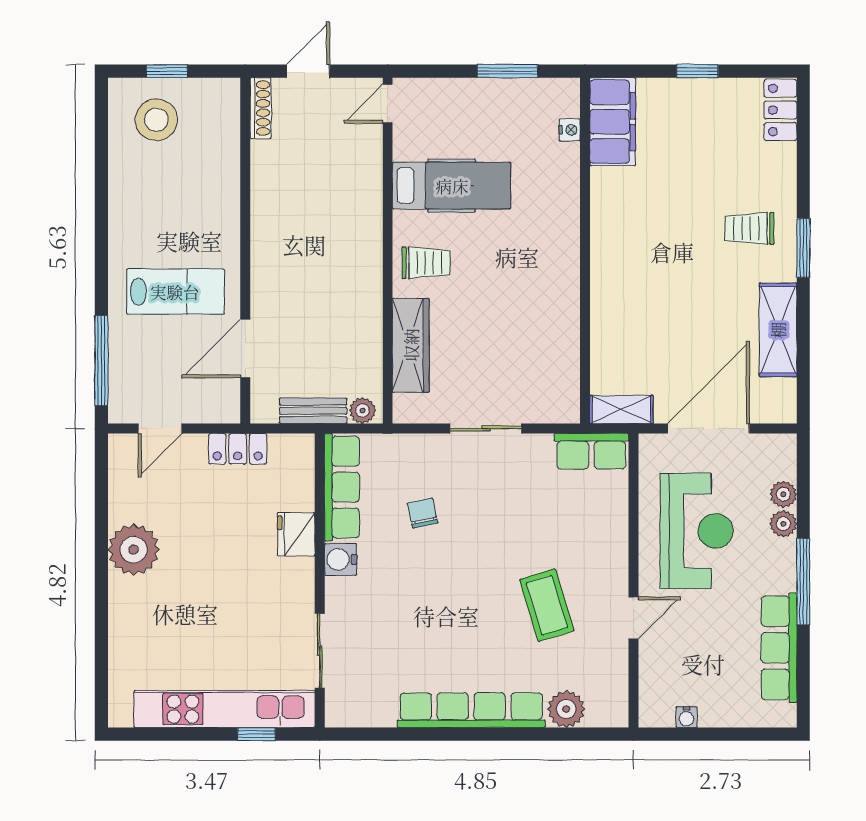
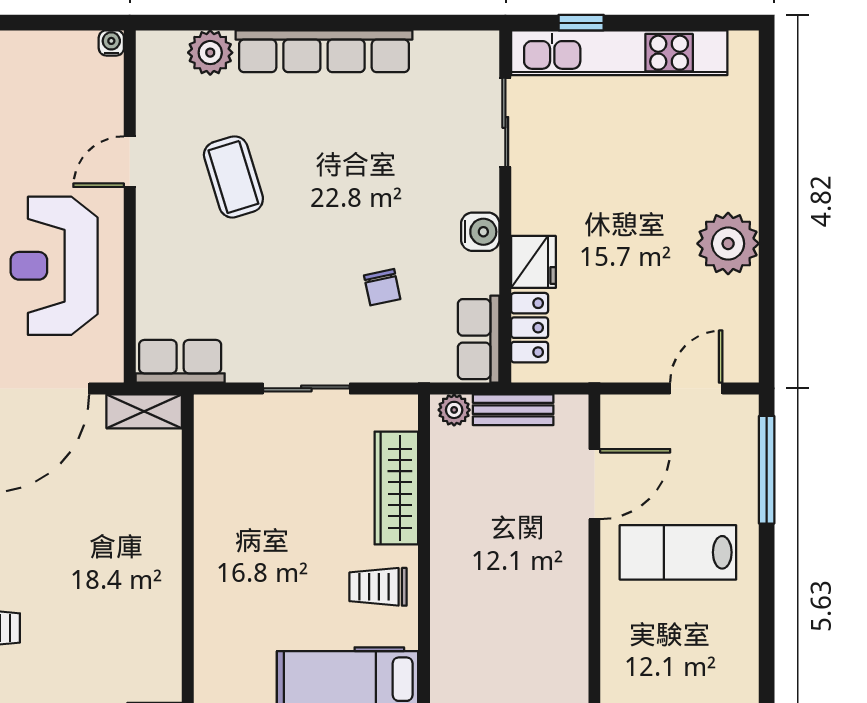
locker: (238, 449) -> (530, 328), moved, turned 90
row of seats: (342, 487) -> (479, 339), width x0.68
water cooler: (687, 717) -> (111, 43), moved

